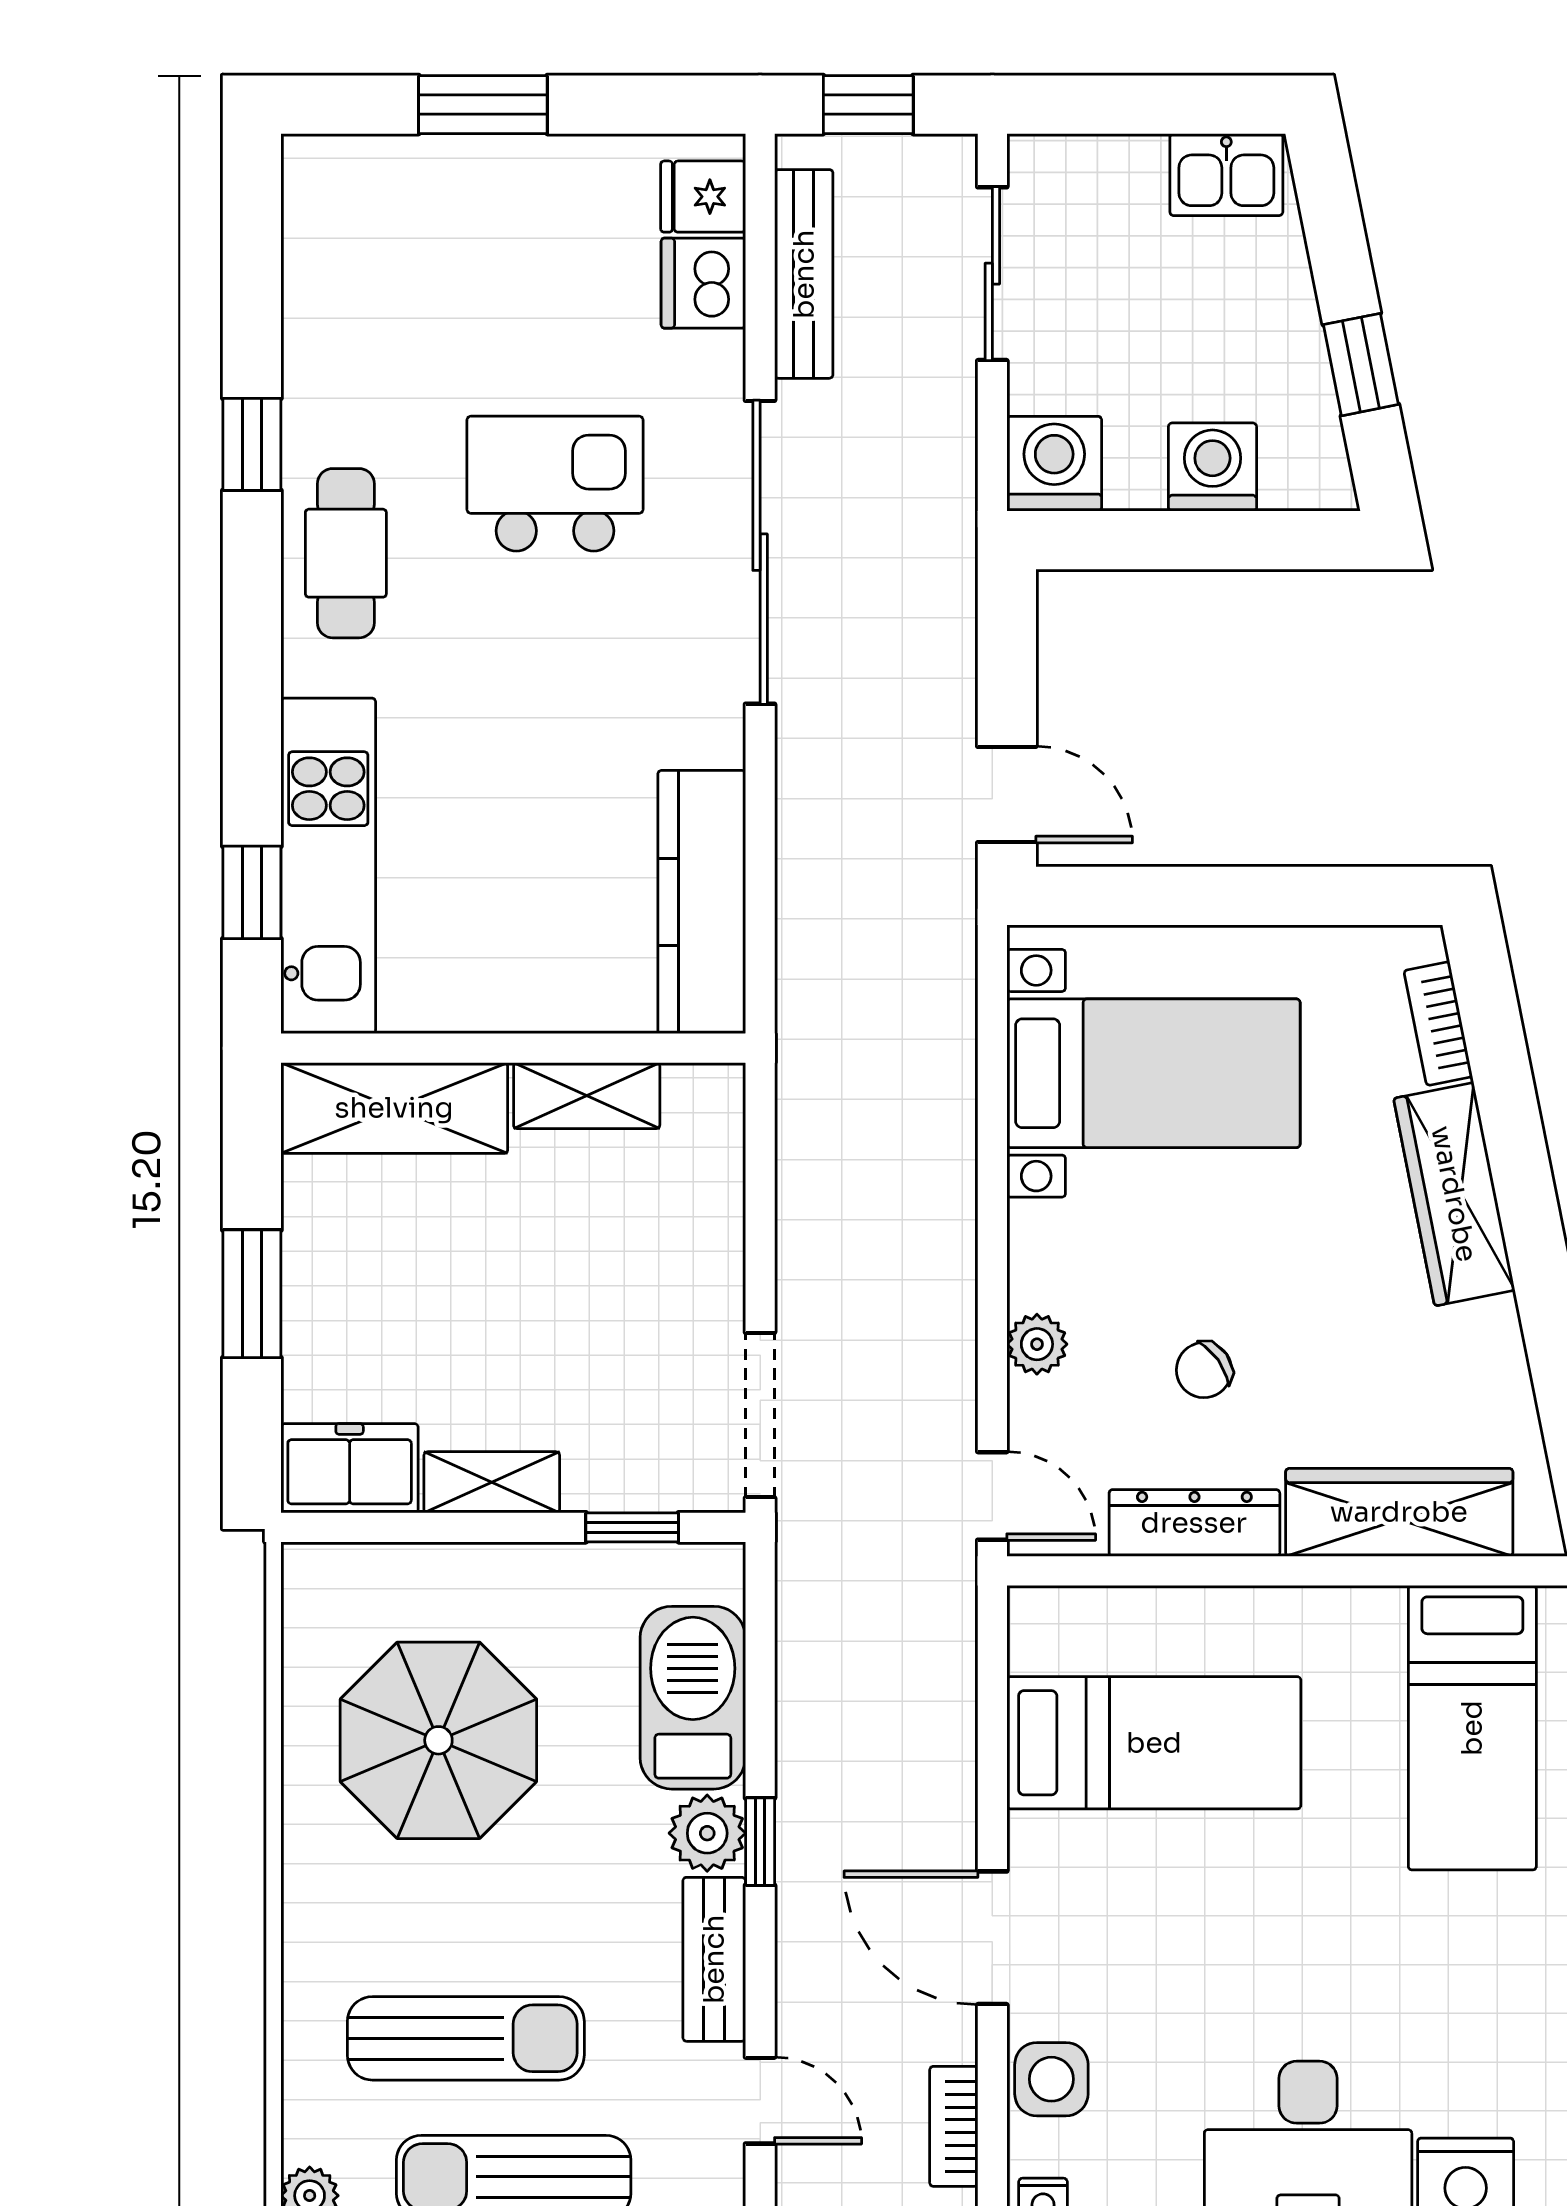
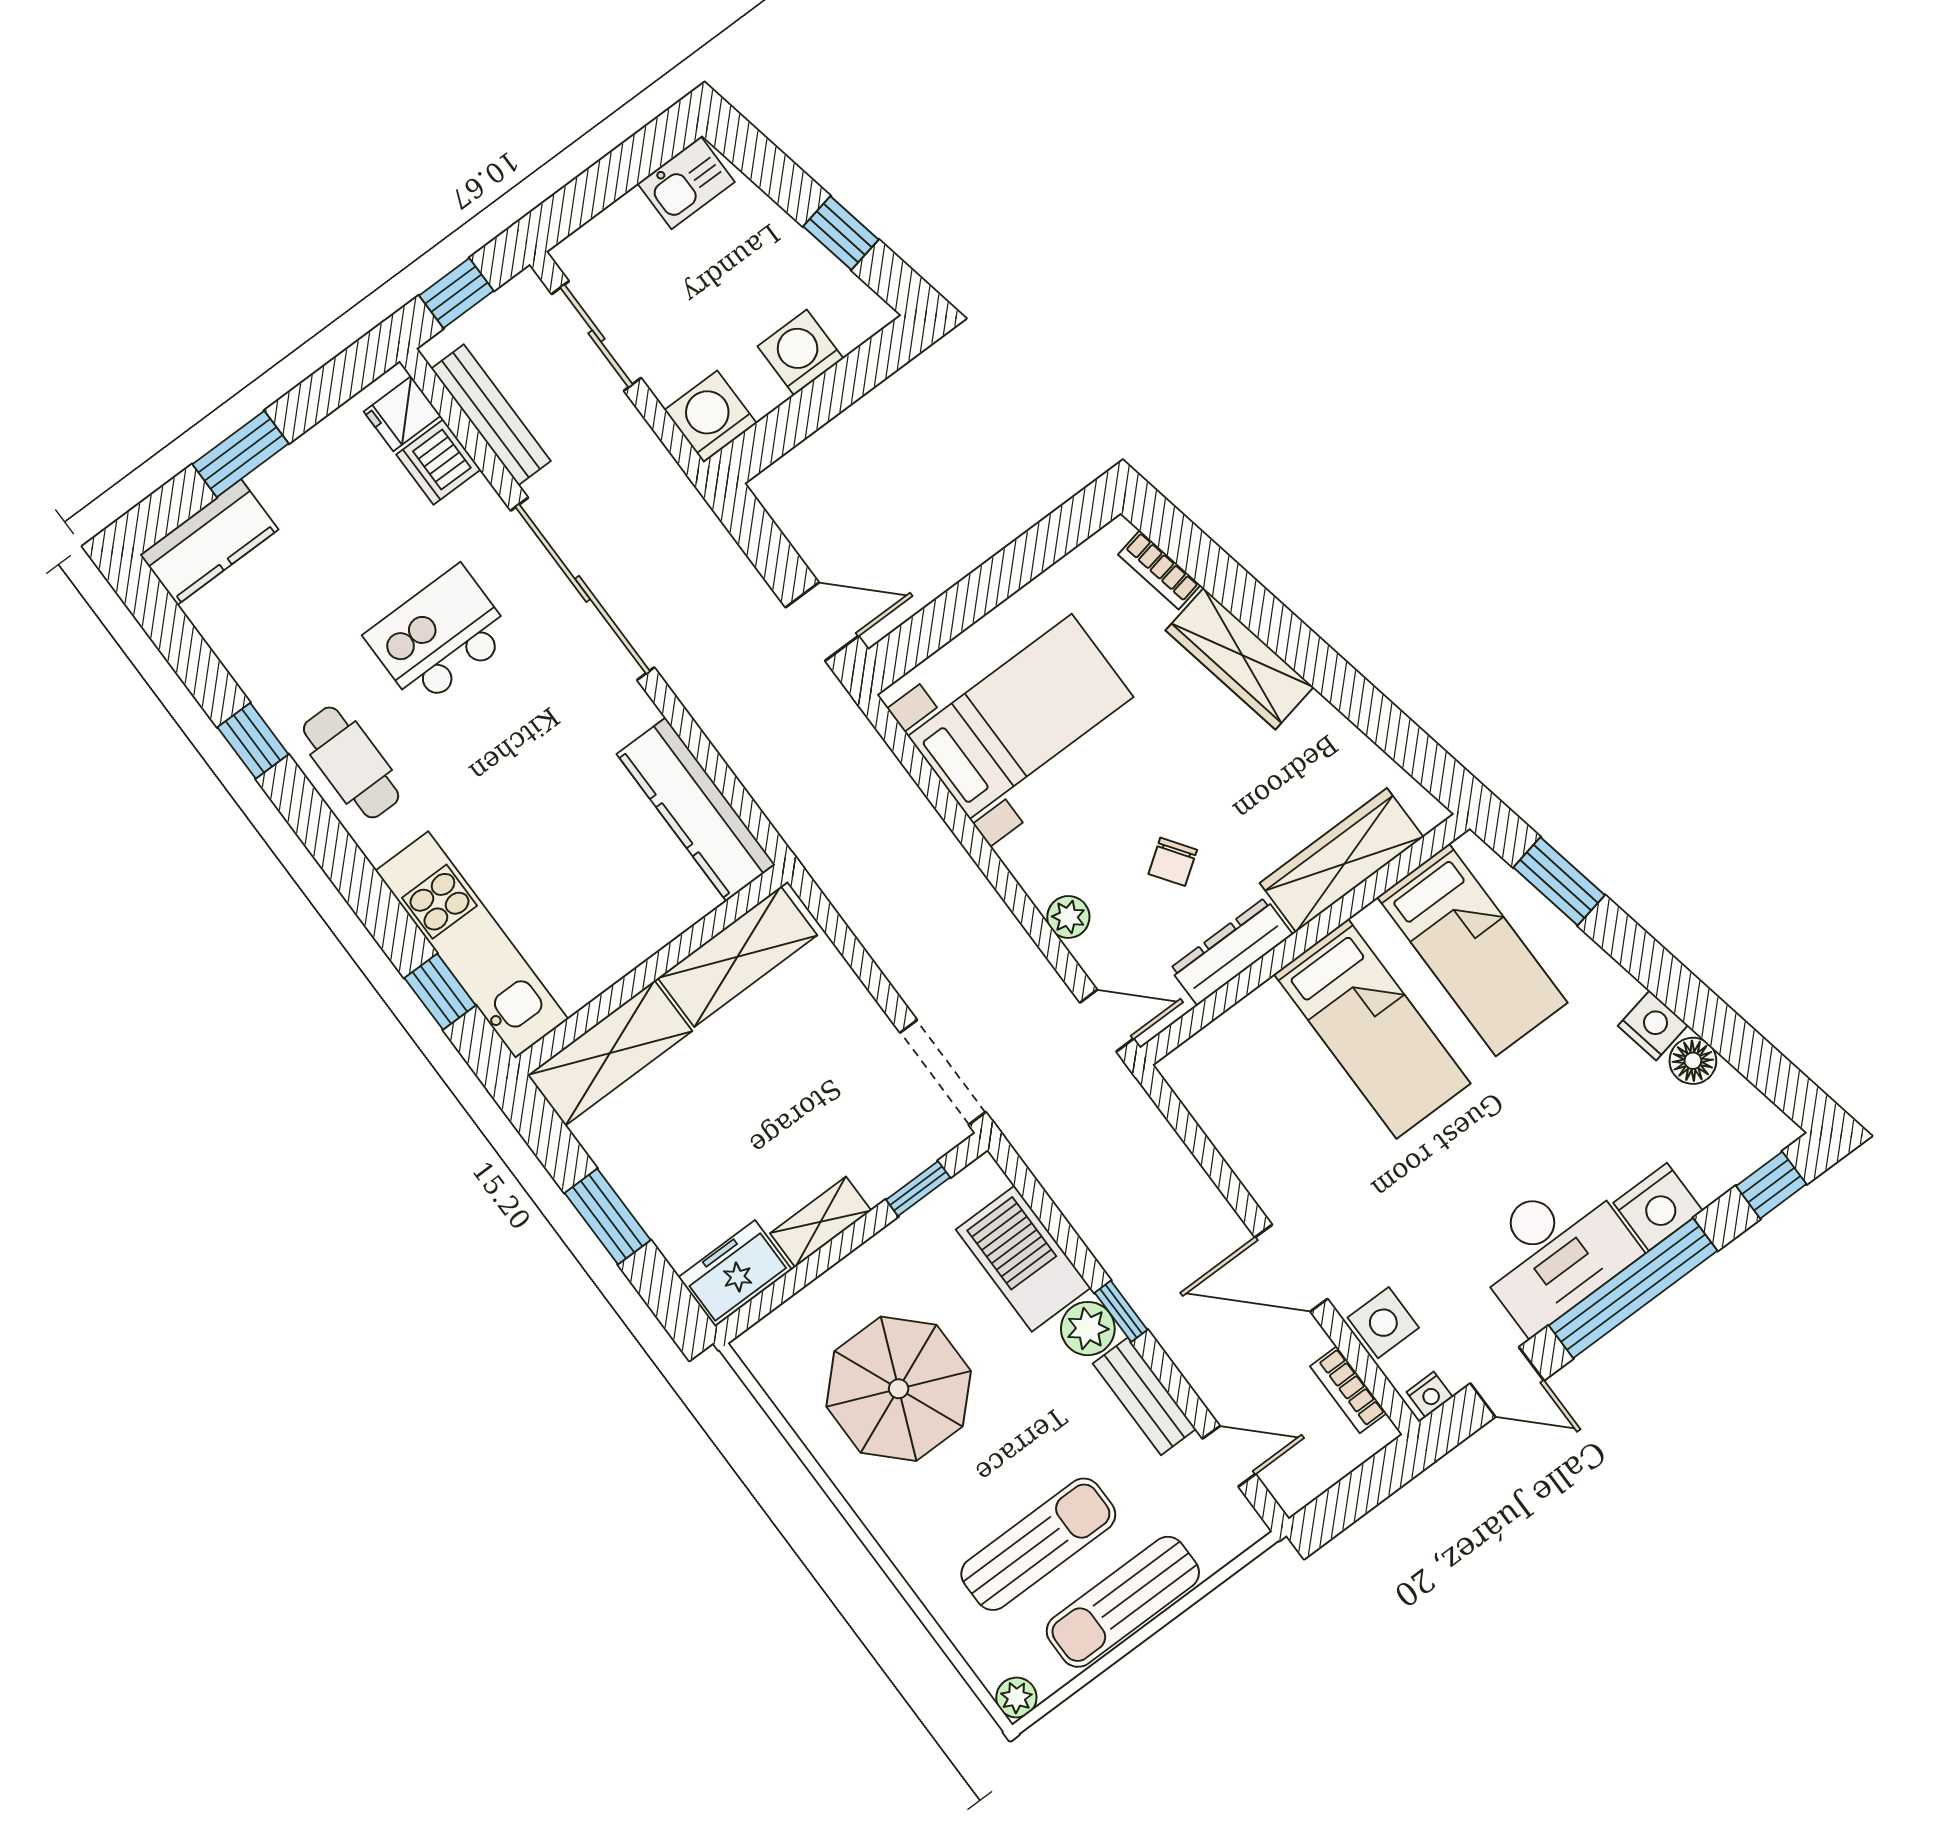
kitchen counter: (371, 179) -> (209, 542), added
shelving: (587, 1096) -> (737, 957), width x1.50, depth x1.33
bed: (1154, 1743) -> (1372, 1029), moved, turned 90

